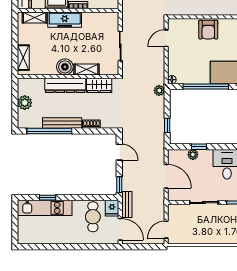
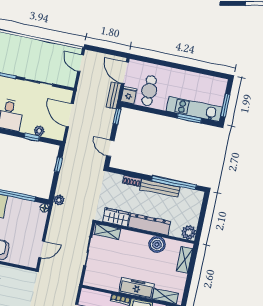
boiler: (65, 67) -> (157, 244), moved
shelving: (86, 69) -> (107, 232), moved
plant: (25, 103) -> (189, 232), moved
window: (48, 198) -> (189, 118), width x1.50
window: (15, 218) -> (225, 105), added
door: (166, 230) -> (81, 63), swing flipped

